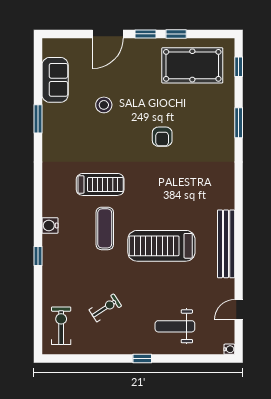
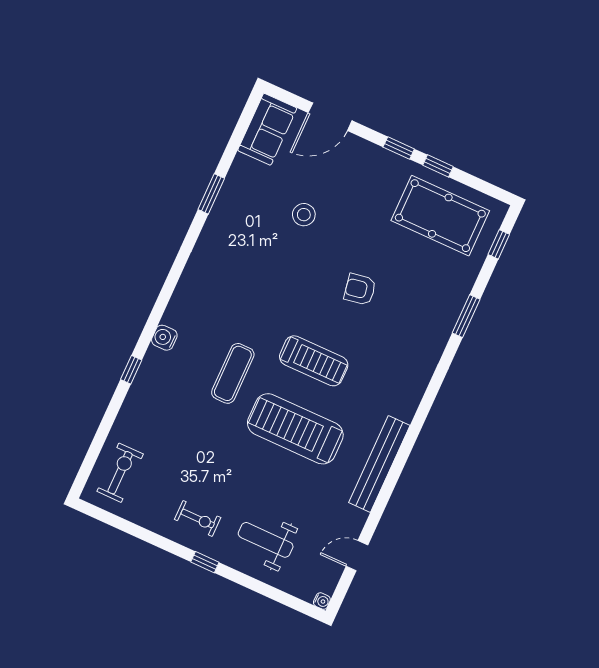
door: (108, 34) -> (330, 117), moved
sofa: (55, 80) -> (267, 129), moved
armchair: (162, 137) -> (360, 289), turned 80
treadmill: (100, 184) -> (314, 361), moved
exercise bike: (105, 308) -> (198, 518), moved, turned 33

